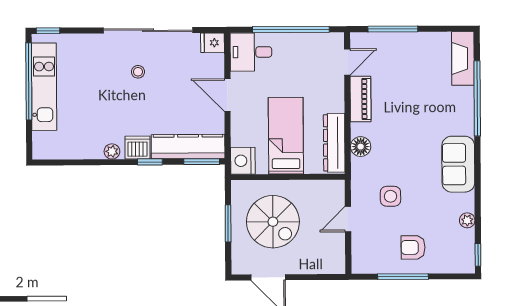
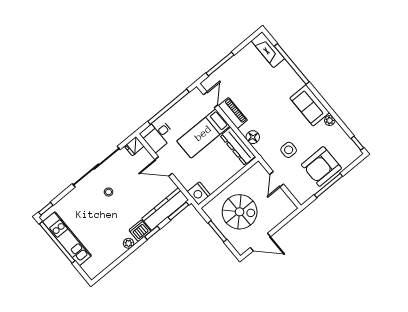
bed: (286, 136) -> (203, 133), moved, turned -90
plant: (467, 220) -> (330, 121), moved
armchair: (413, 247) -> (321, 166), width x1.88, depth x1.88

